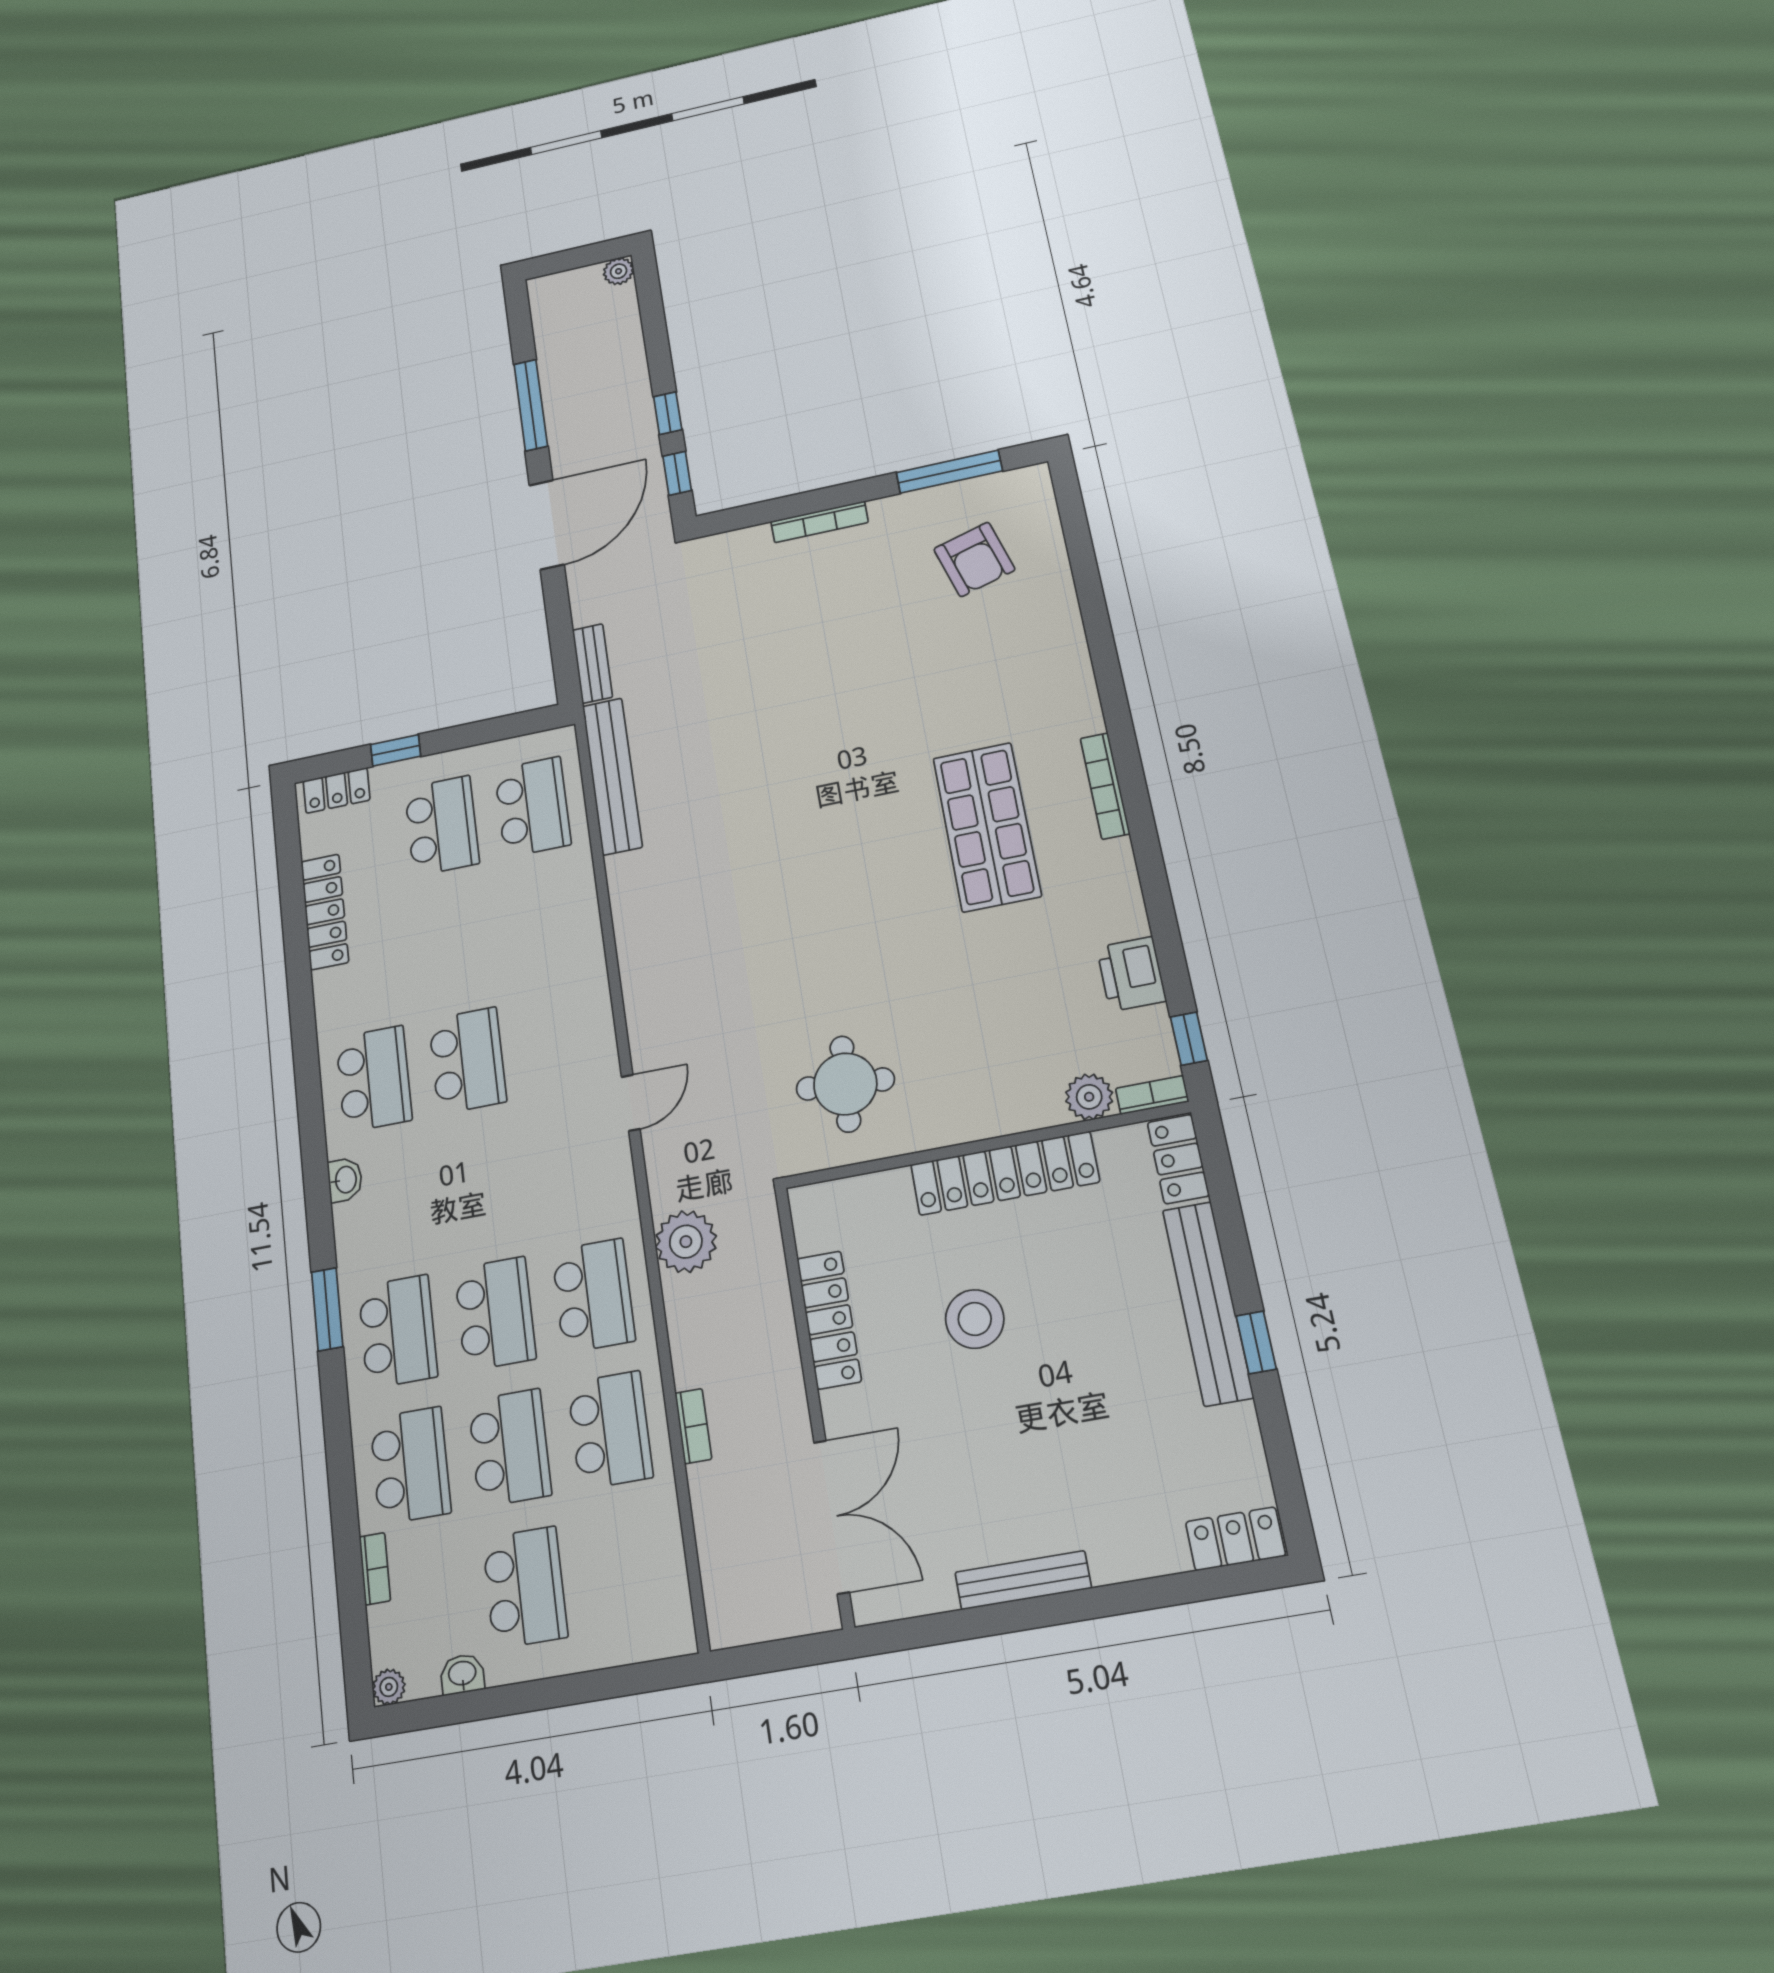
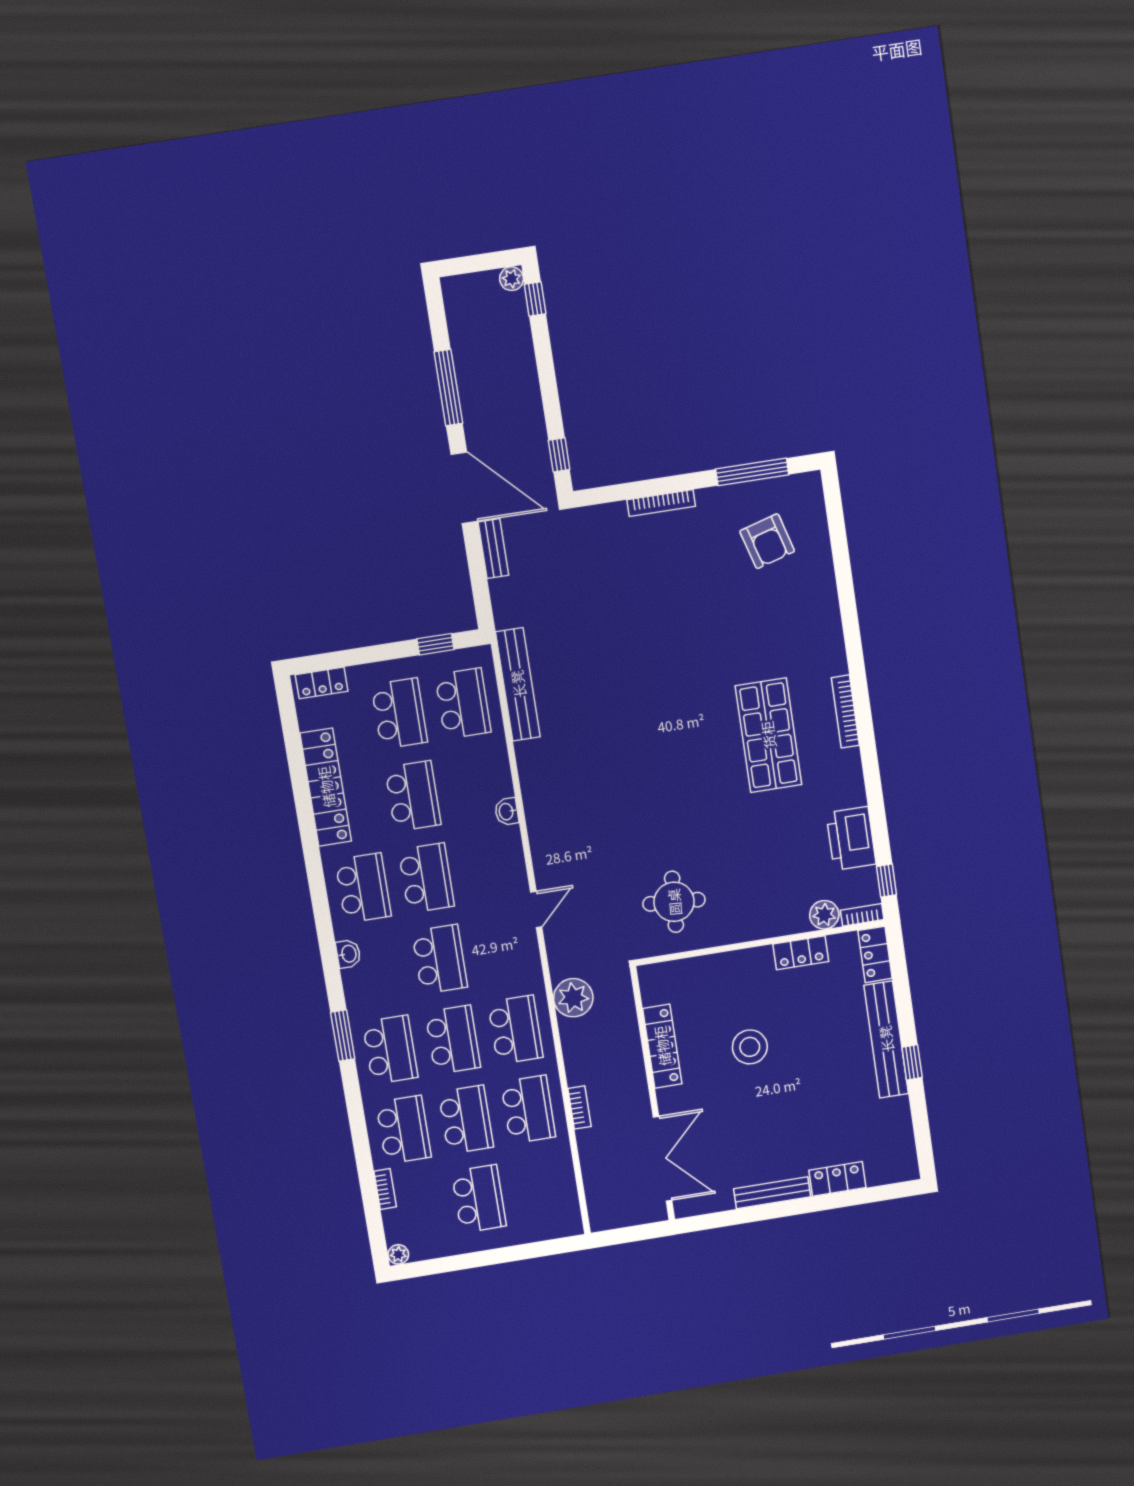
window: (668, 413) -> (535, 299), moved
door: (547, 525) -> (464, 488), hinge flipped
bench: (592, 664) -> (493, 549), moved
window: (396, 750) -> (435, 644), moved
locker: (325, 912) -> (326, 787), width x1.41, depth x1.21
school desk: (454, 941) -> (413, 796), added
printer: (1131, 974) -> (851, 838), width x1.37, depth x1.19
locker: (1005, 1173) -> (801, 953), width x0.46, depth x0.83
school desk: (481, 1185) -> (440, 959), added
locker: (1235, 1539) -> (837, 1179), moved
washbasin: (462, 1674) -> (507, 812), moved, turned -90

